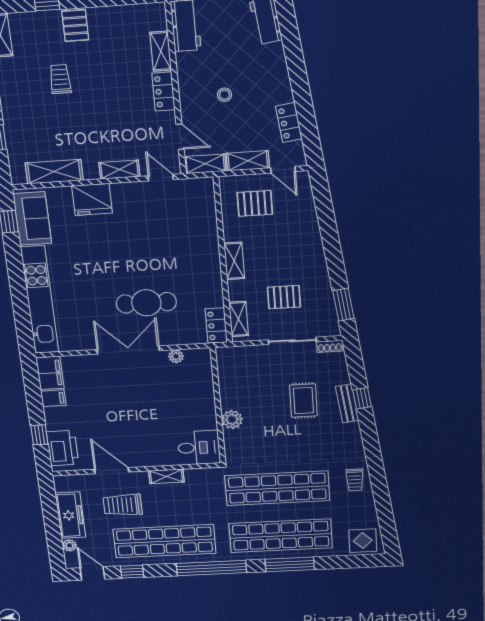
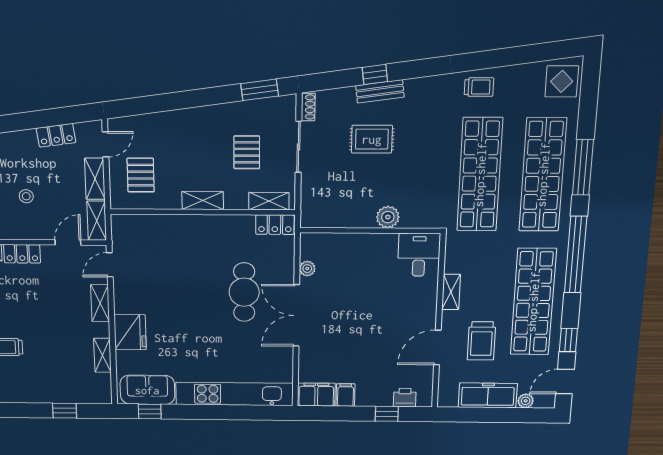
shelving: (54, 172) -> (102, 355), width x0.67, depth x0.75
printer: (63, 448) -> (405, 398), width x0.53, depth x0.68

